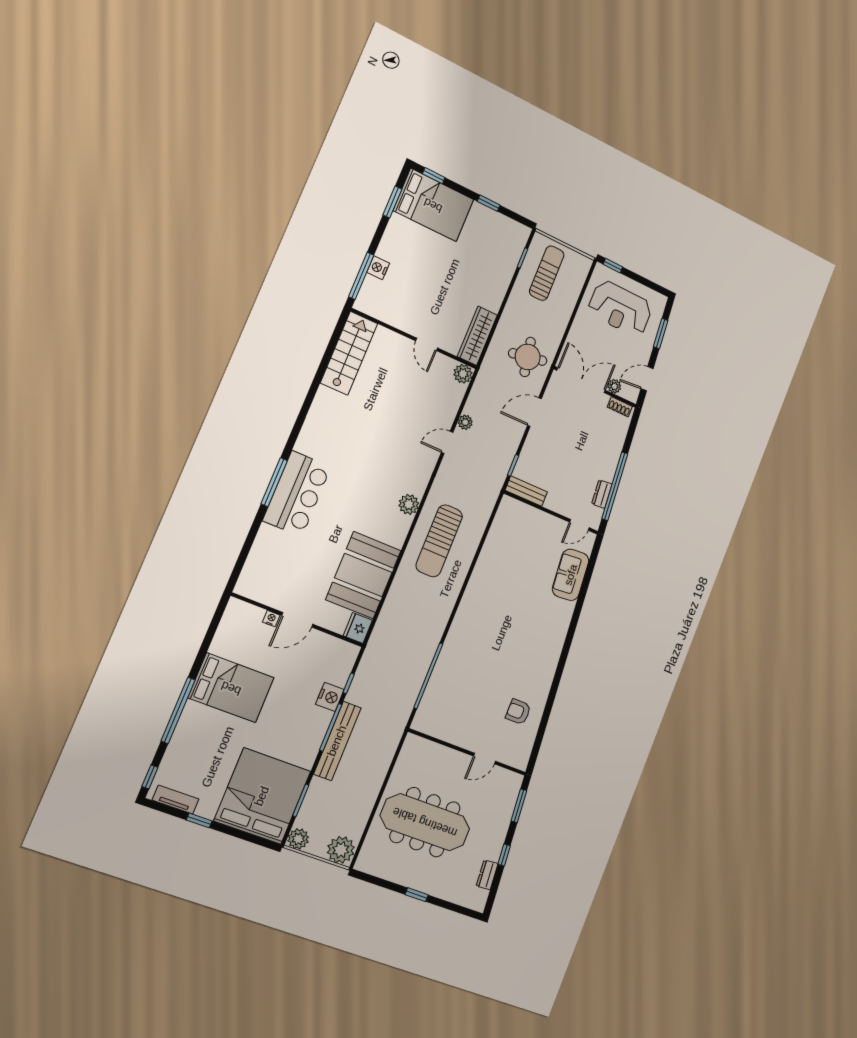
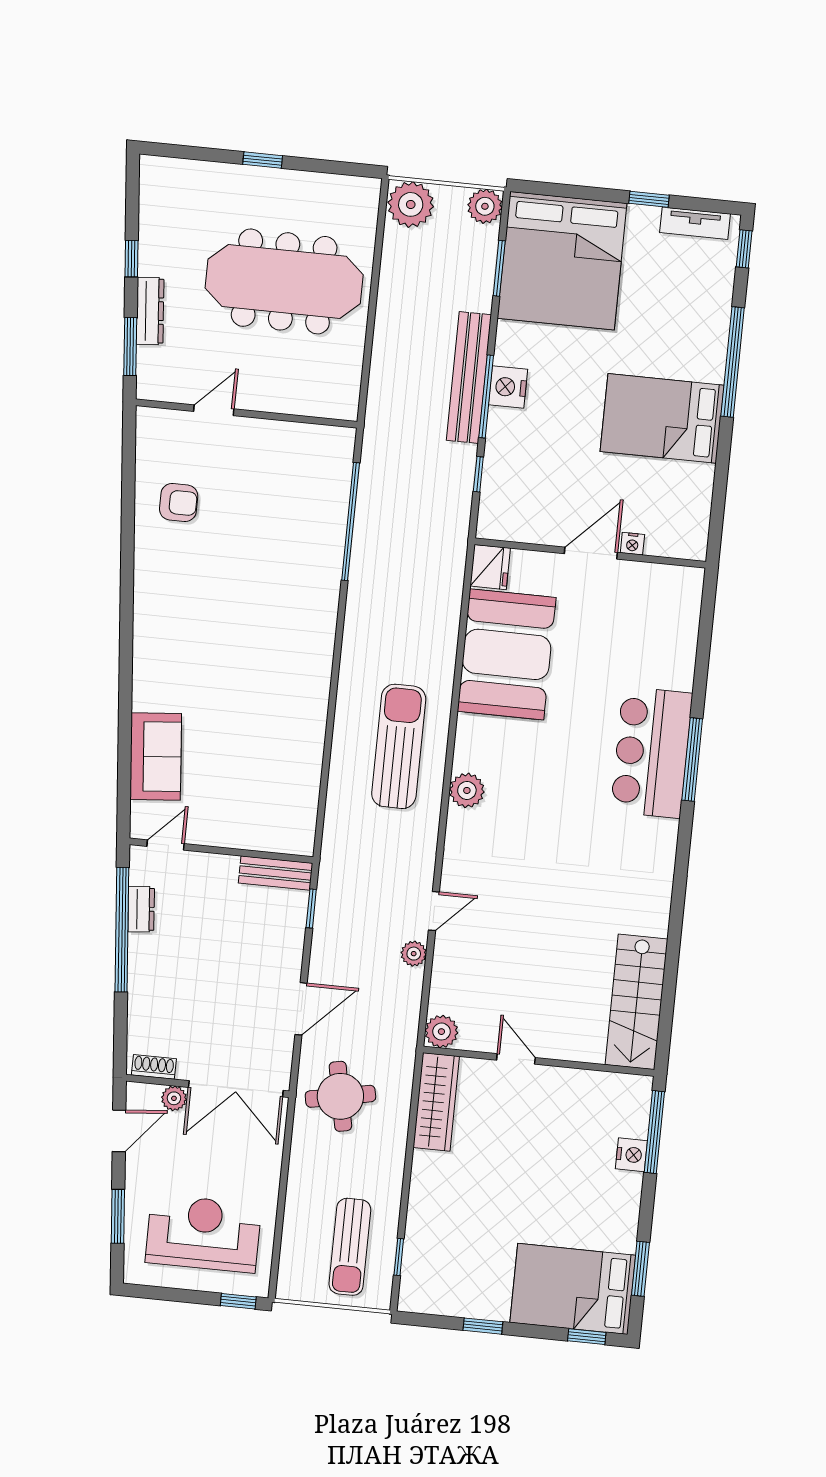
nightstand: (330, 697) -> (508, 387), moved
dresser: (487, 875) -> (150, 311), moved, width x1.44

